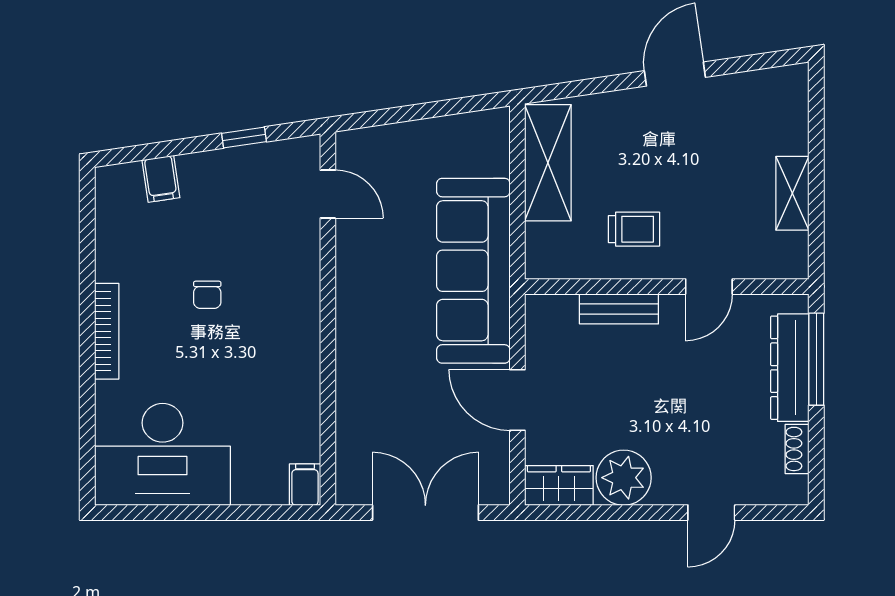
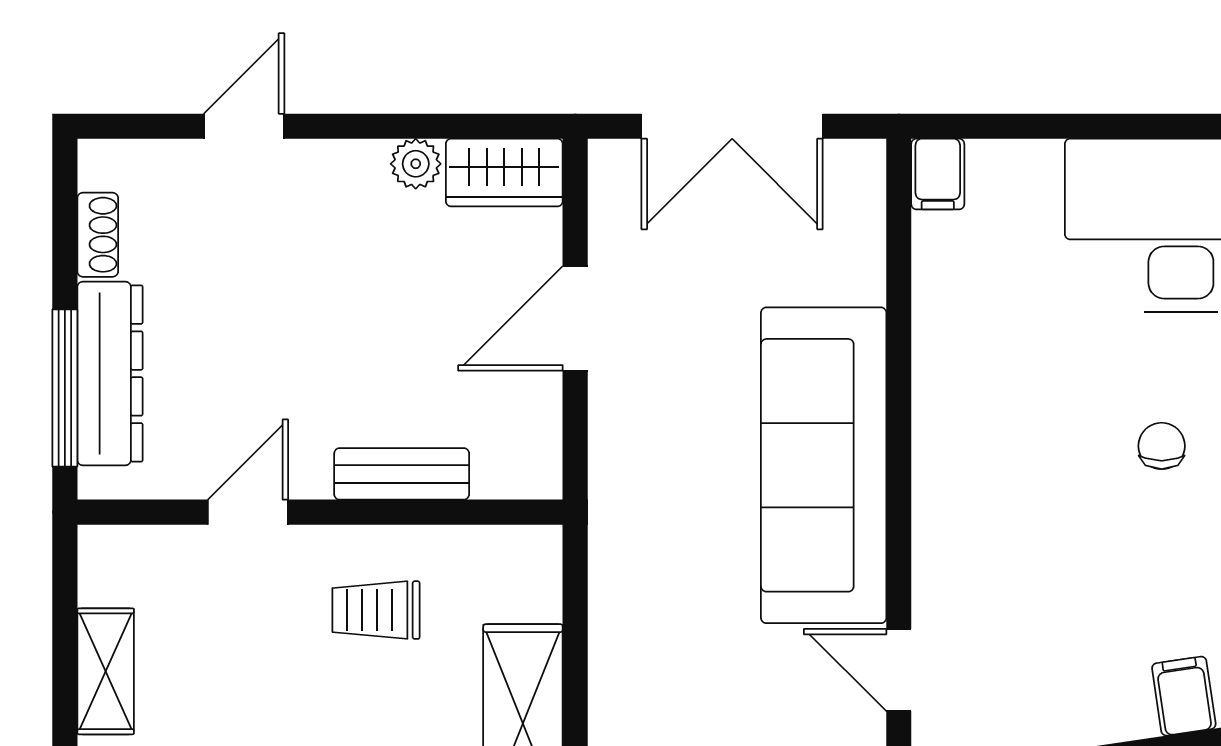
sofa: (473, 271) -> (824, 465), moved, turned 180
chair: (207, 295) -> (1162, 446), moved
door: (517, 400) -> (575, 318), swing flipped
plant: (624, 478) -> (416, 164), width x0.53, depth x0.53

